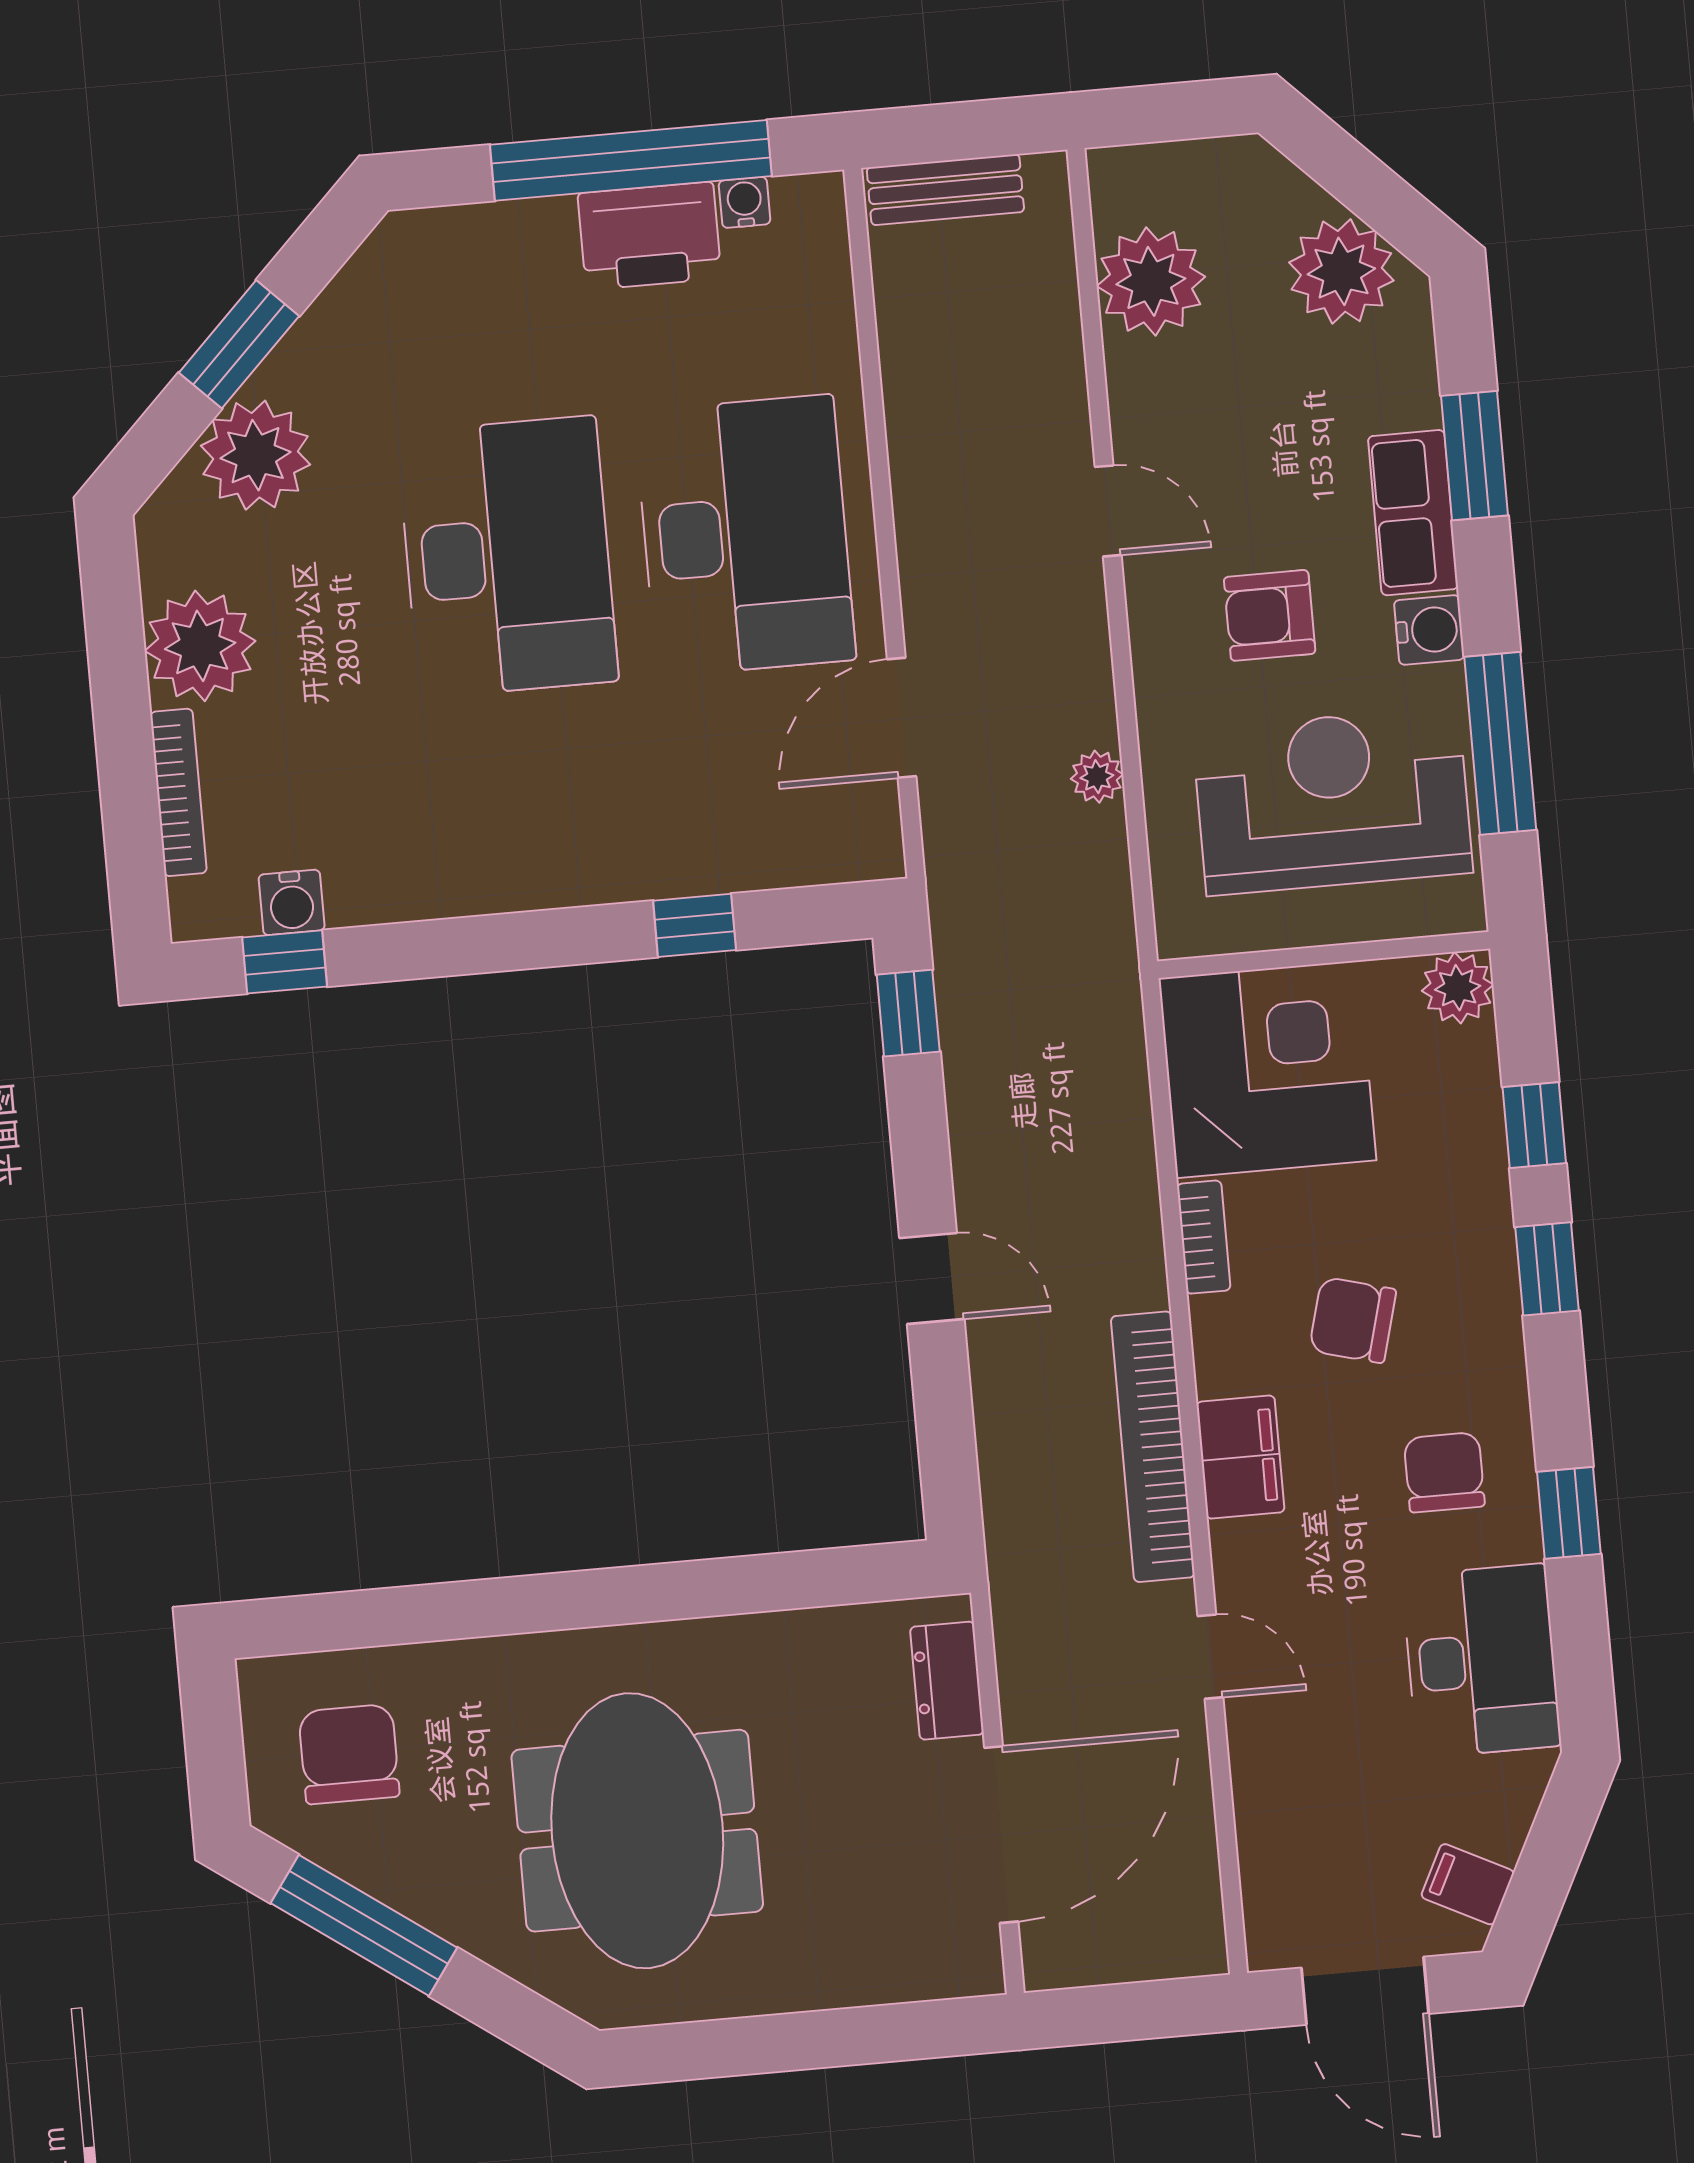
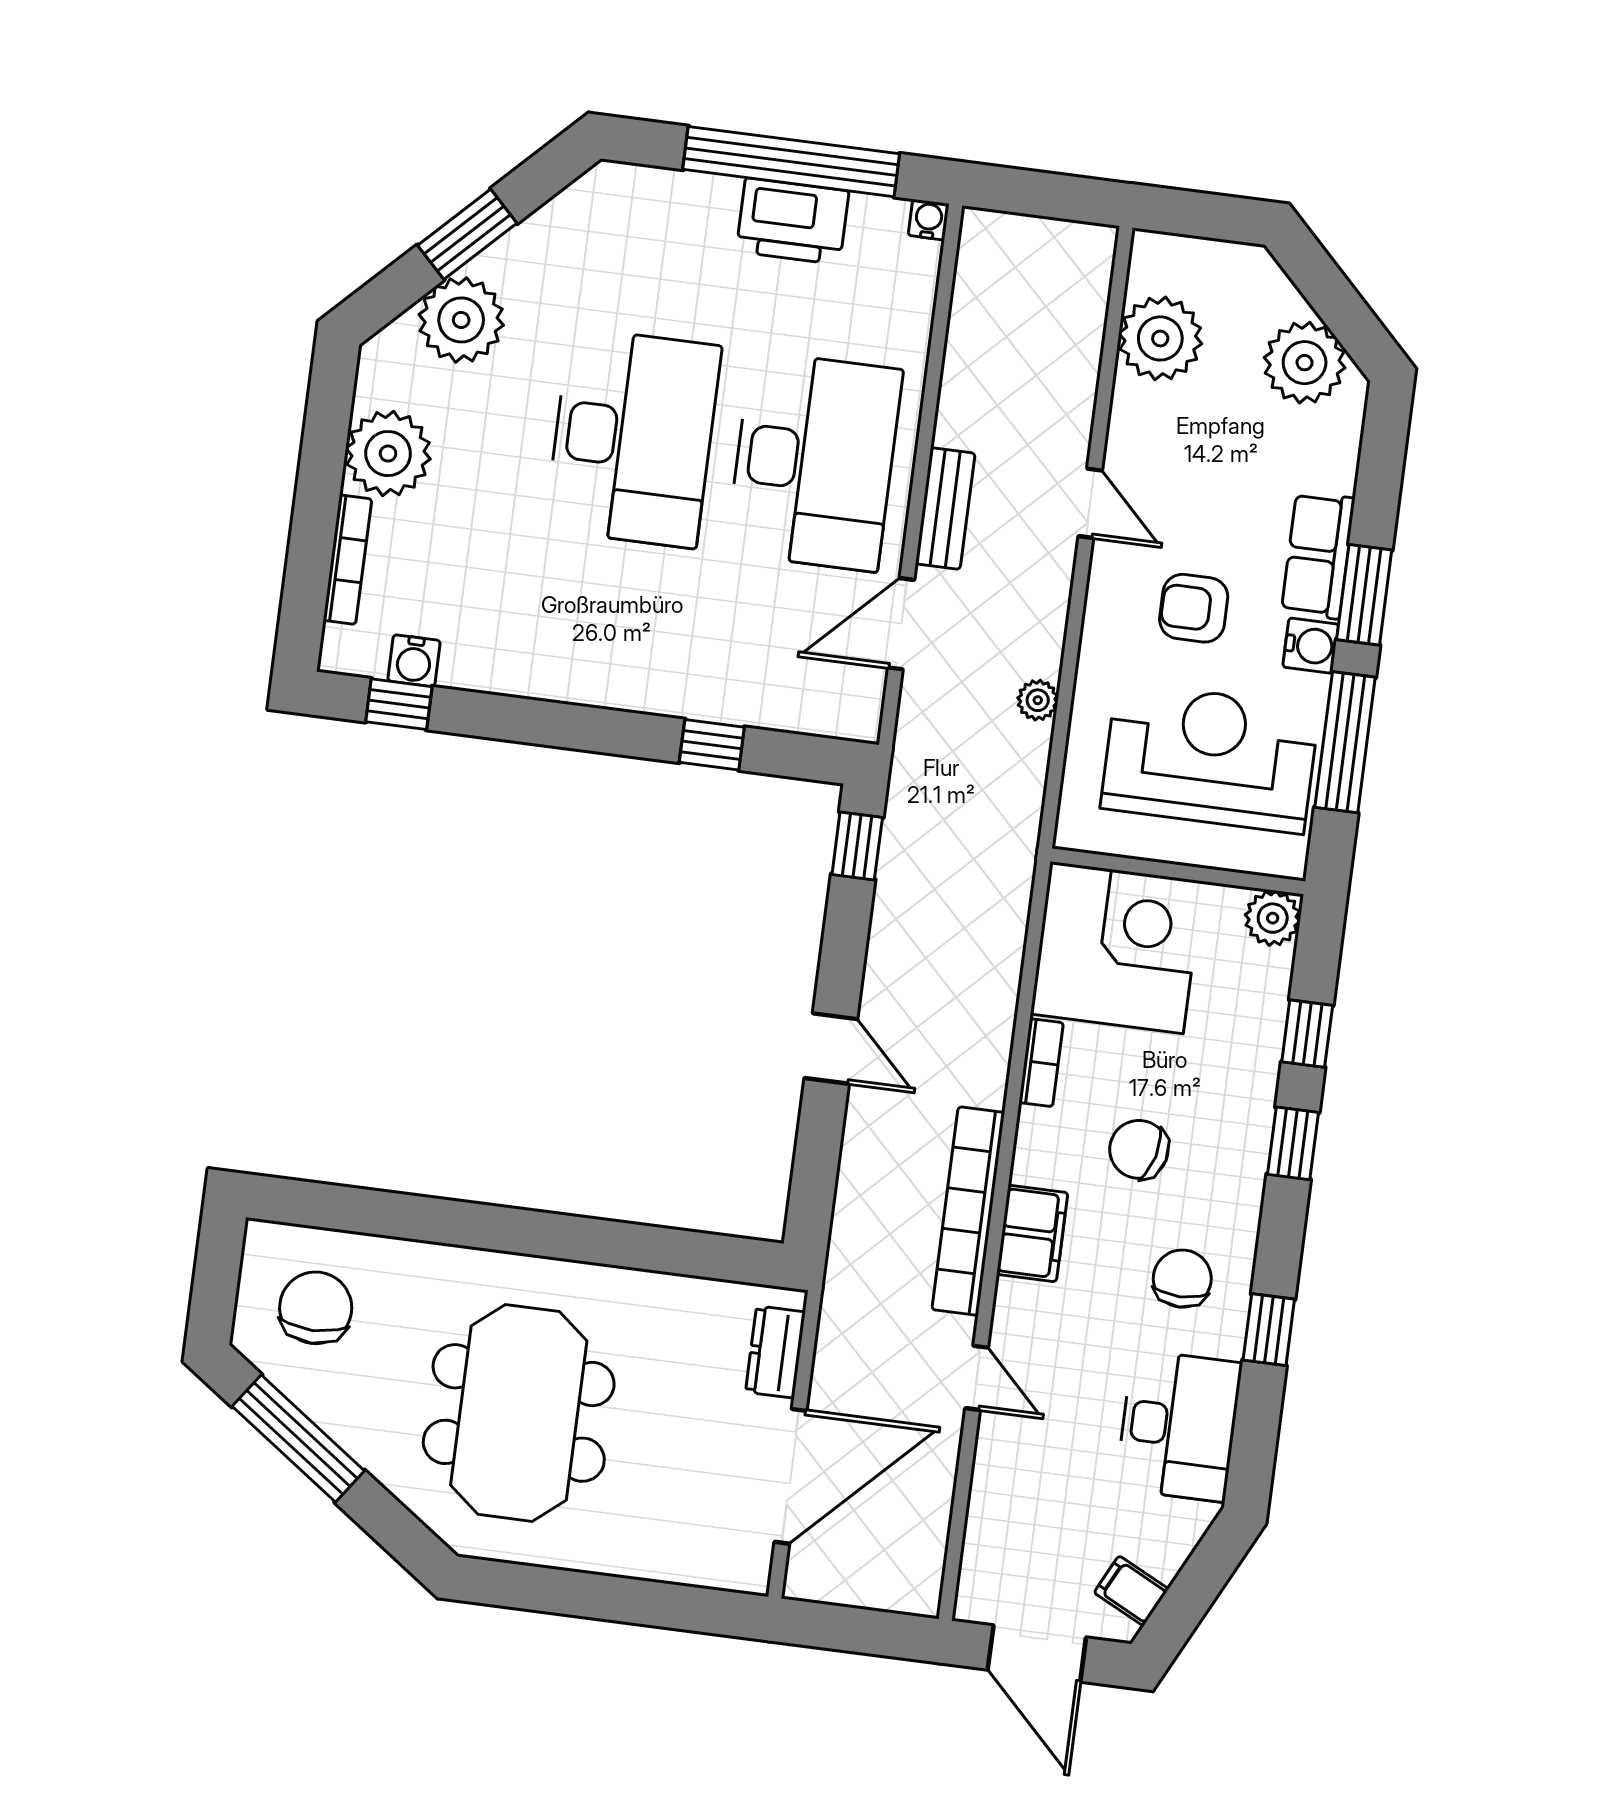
bench: (945, 190) -> (945, 508), moved, turned 90
water cooler: (745, 202) -> (929, 220), moved
window: (1474, 456) -> (1364, 595), moved

